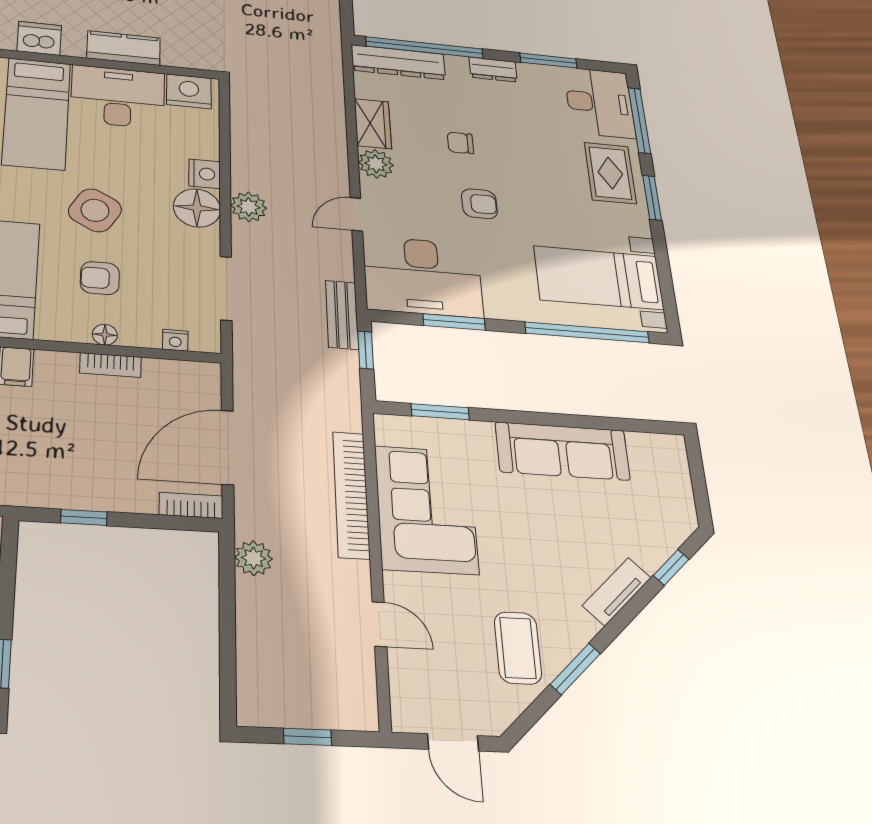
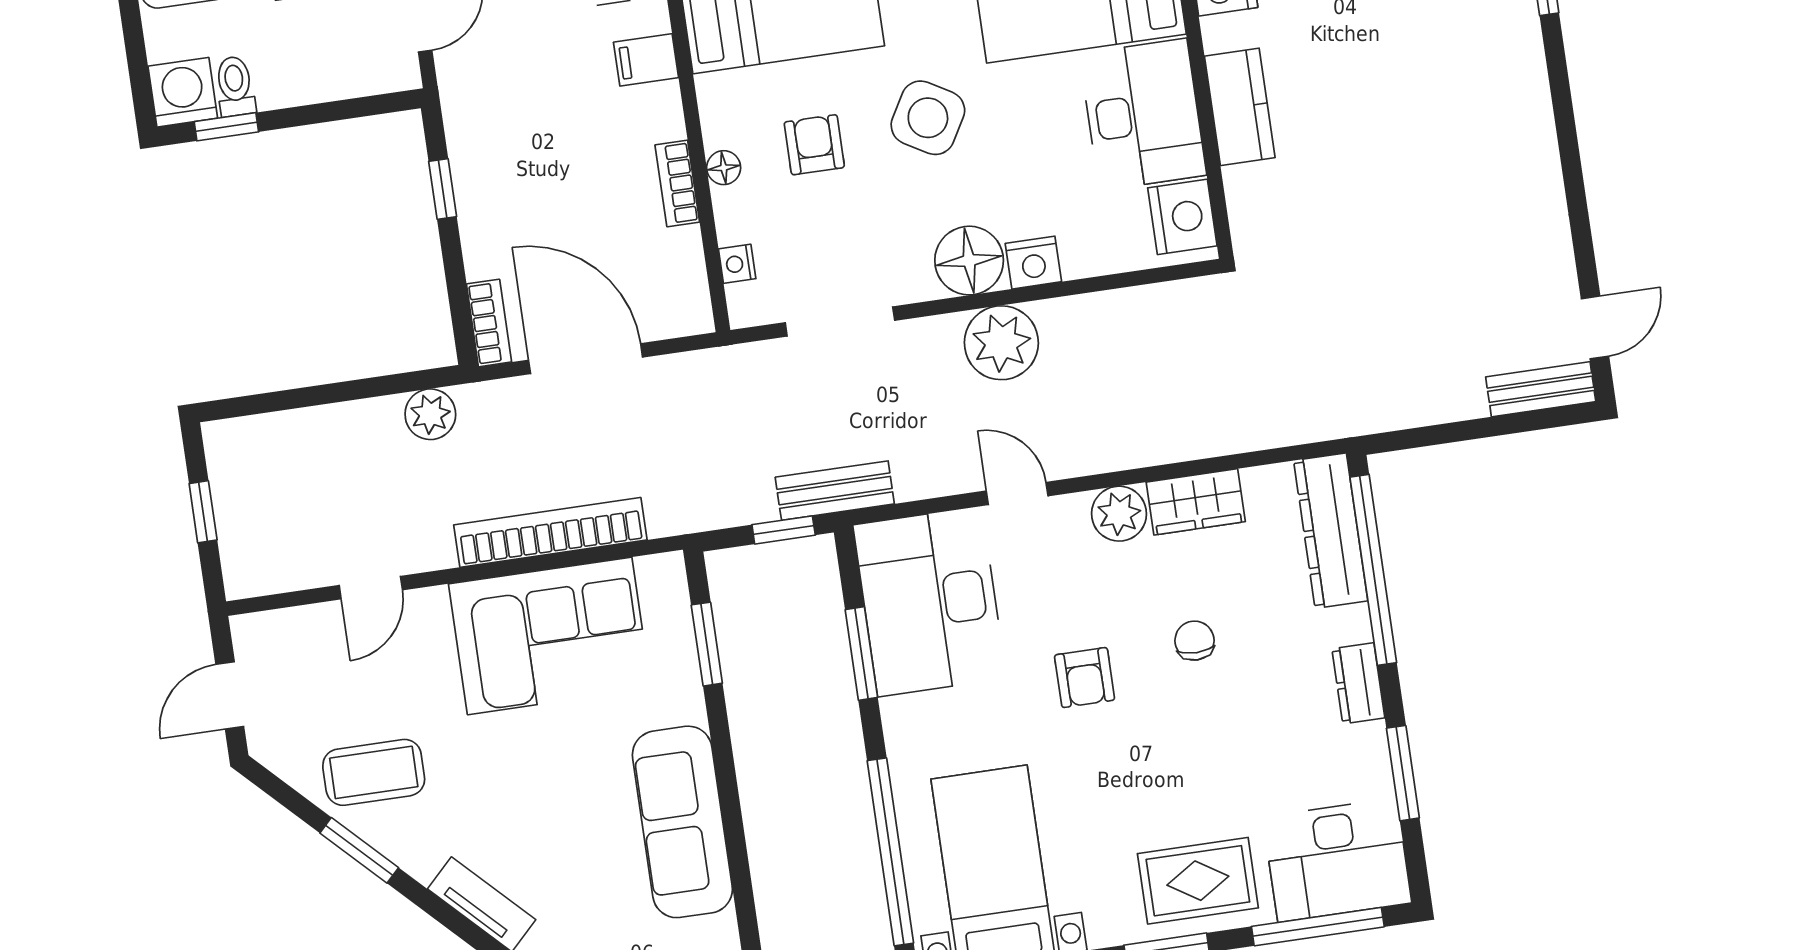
plant: (249, 207) -> (1001, 343), width x1.36, depth x1.36

